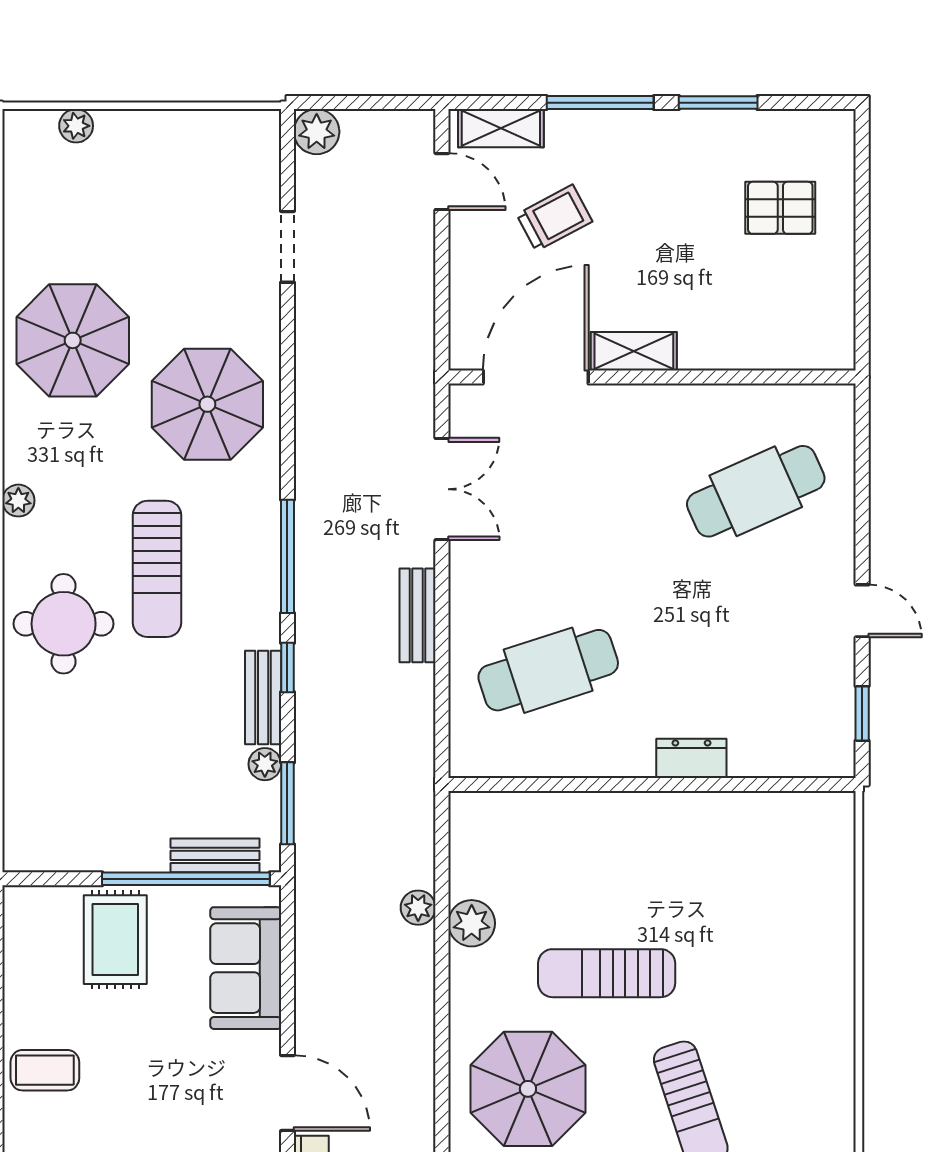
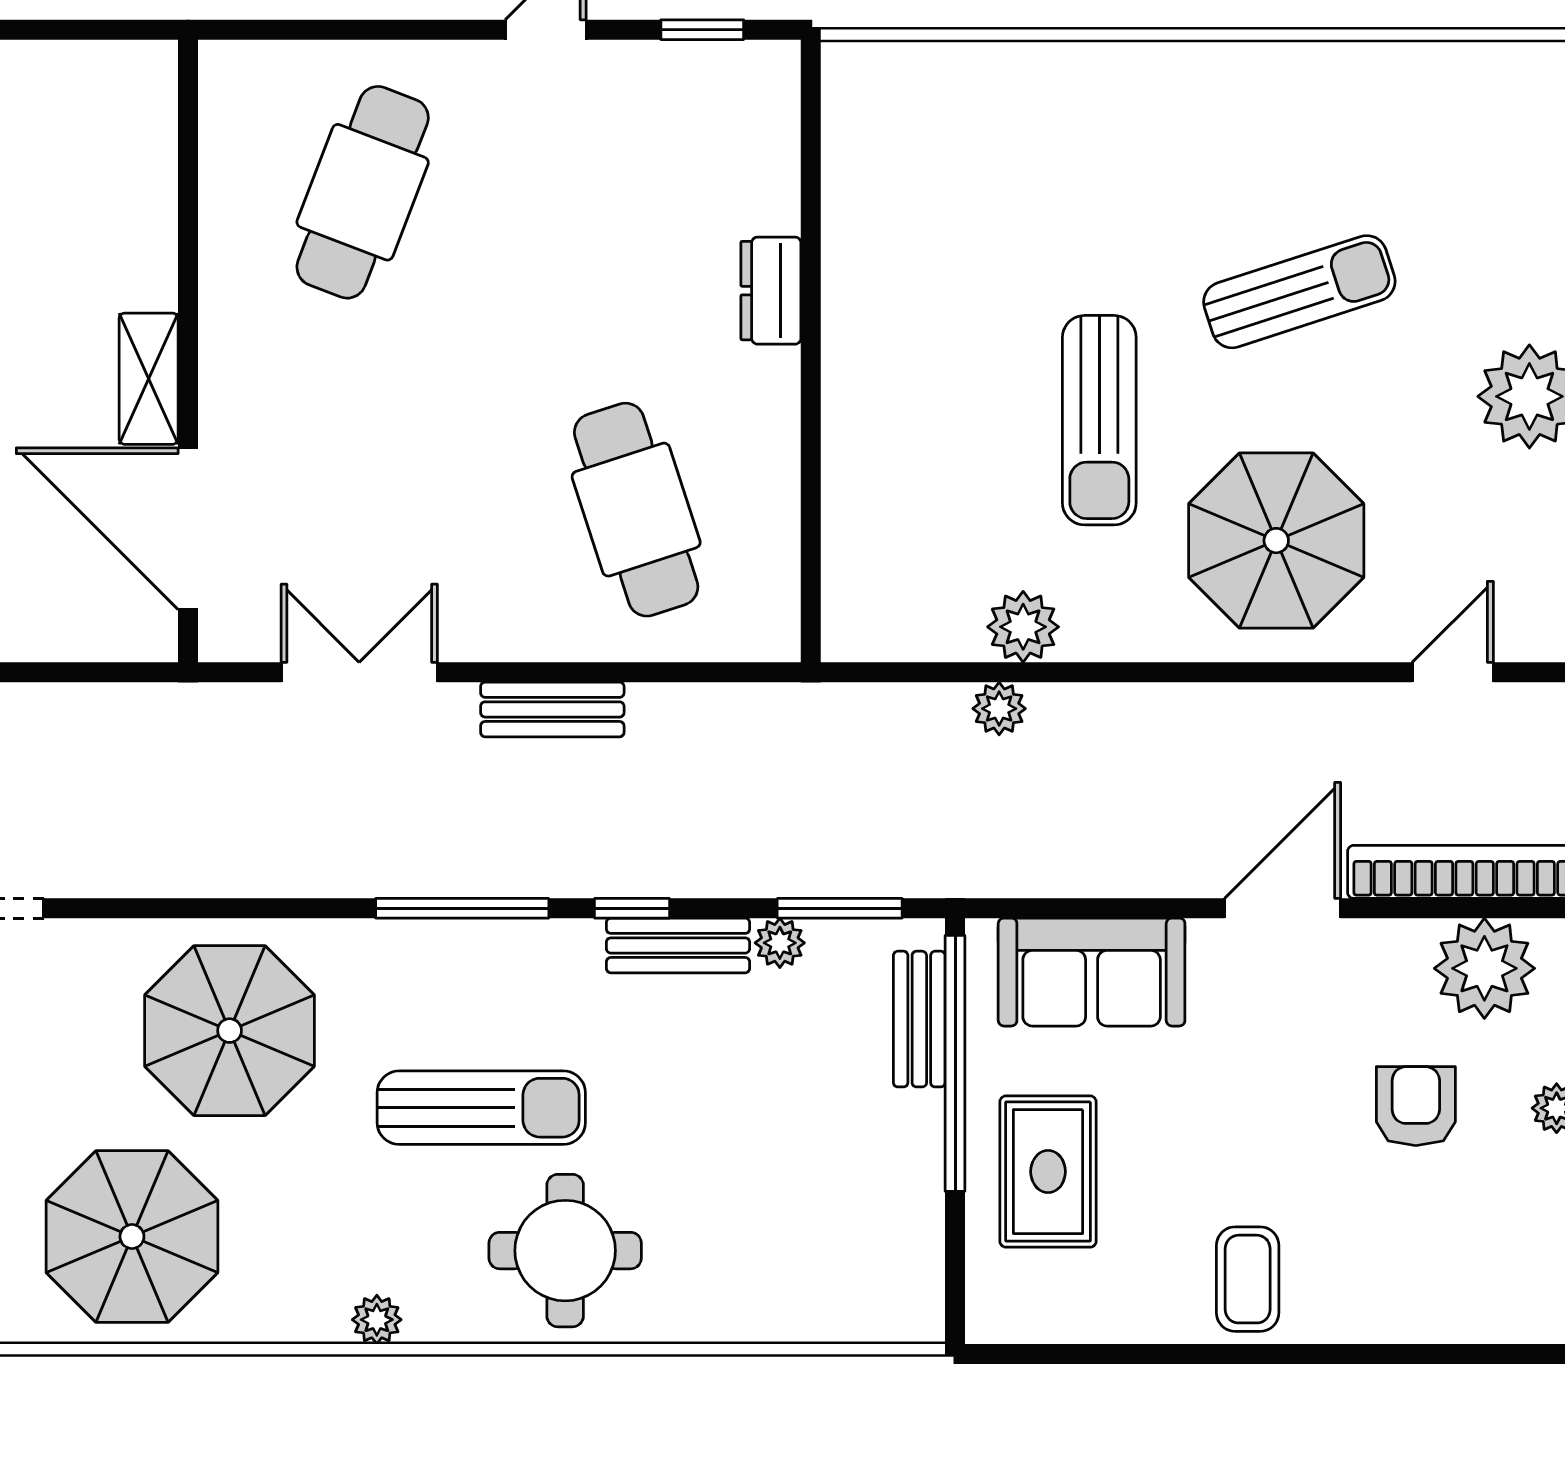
cafe table: (756, 491) -> (363, 192), turned 45
rug: (115, 940) -> (1048, 1172), turned 90

